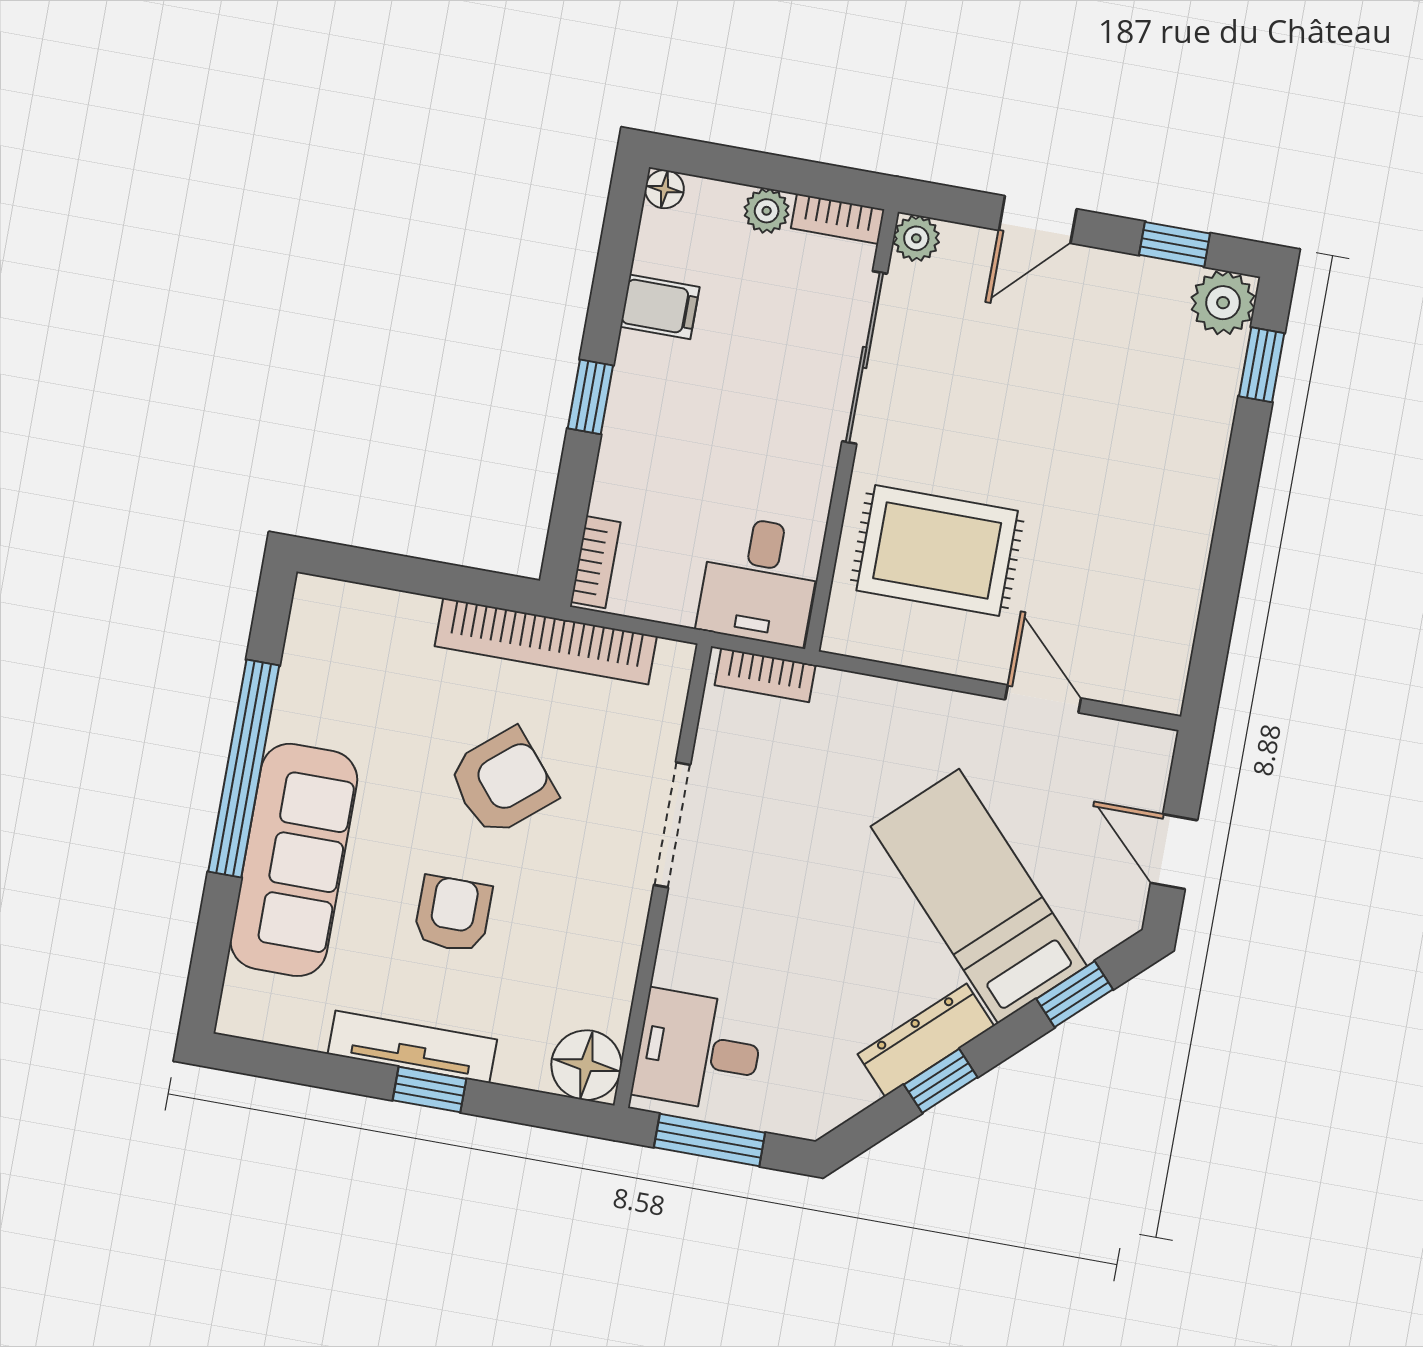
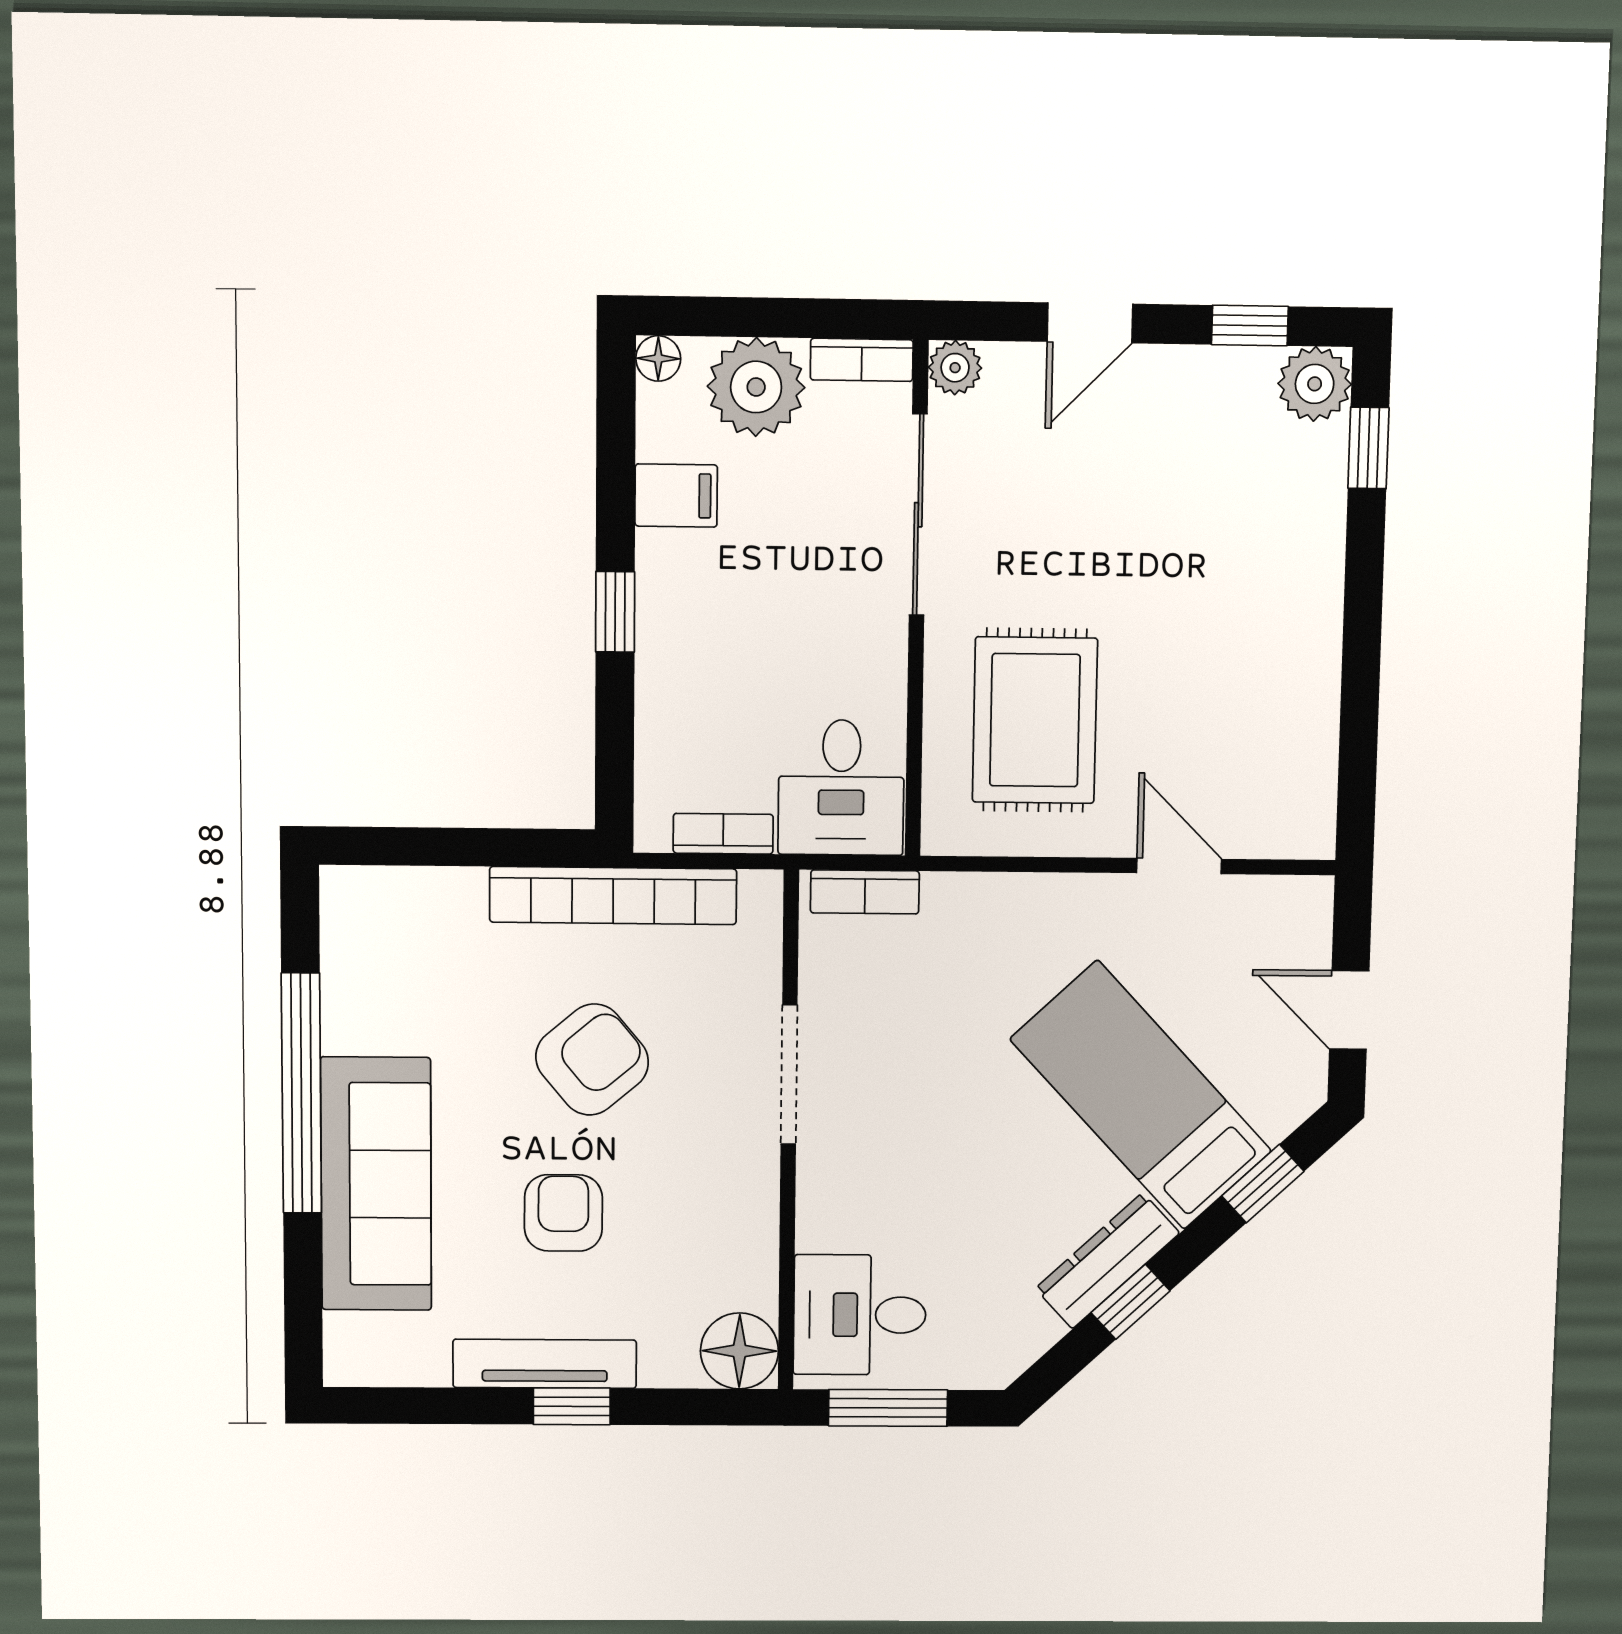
plant: (767, 211) -> (756, 387), width x1.87, depth x1.87
rug: (937, 551) -> (1035, 720), turned 90
bookcase: (596, 562) -> (723, 834), moved, turned -90

